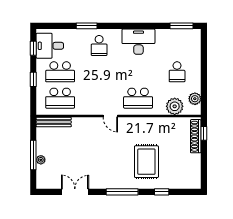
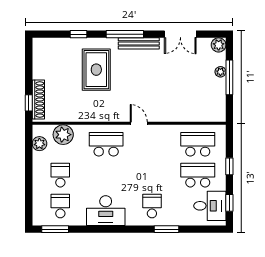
school desk: (177, 46) -> (60, 206), added
bench: (54, 122) -> (139, 43), moved
plant: (42, 183) -> (219, 45), added

